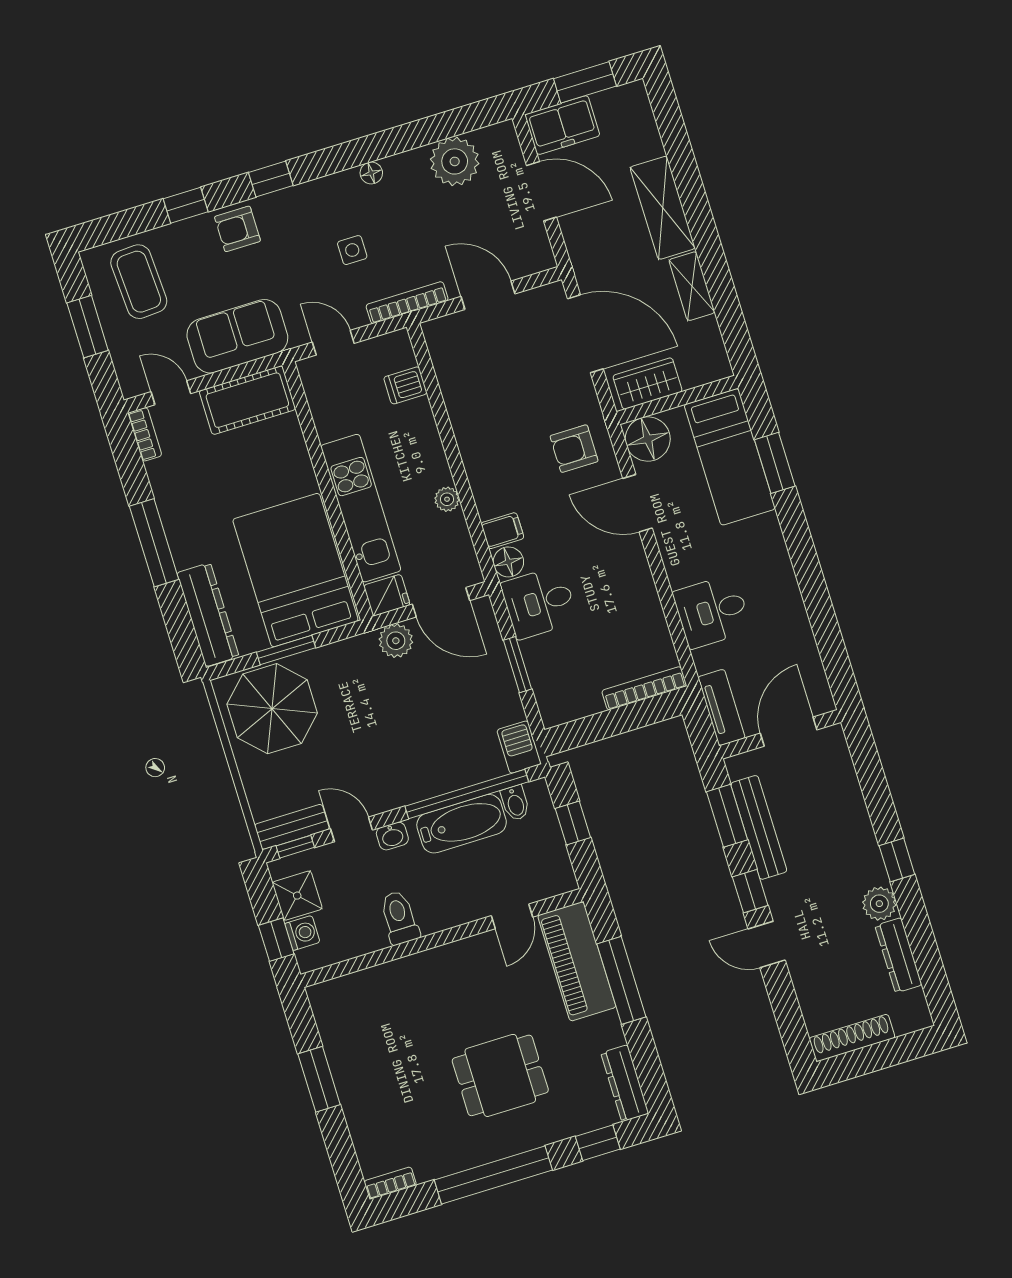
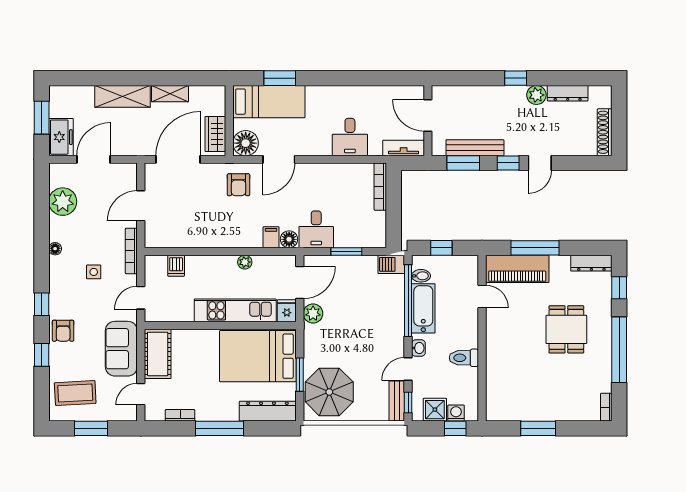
bookcase: (145, 434) -> (180, 415), moved

